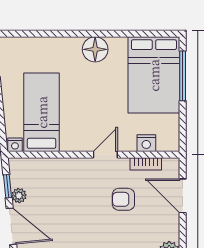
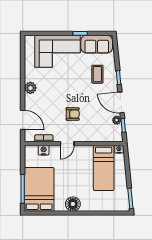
armchair: (123, 199) -> (73, 114), moved

